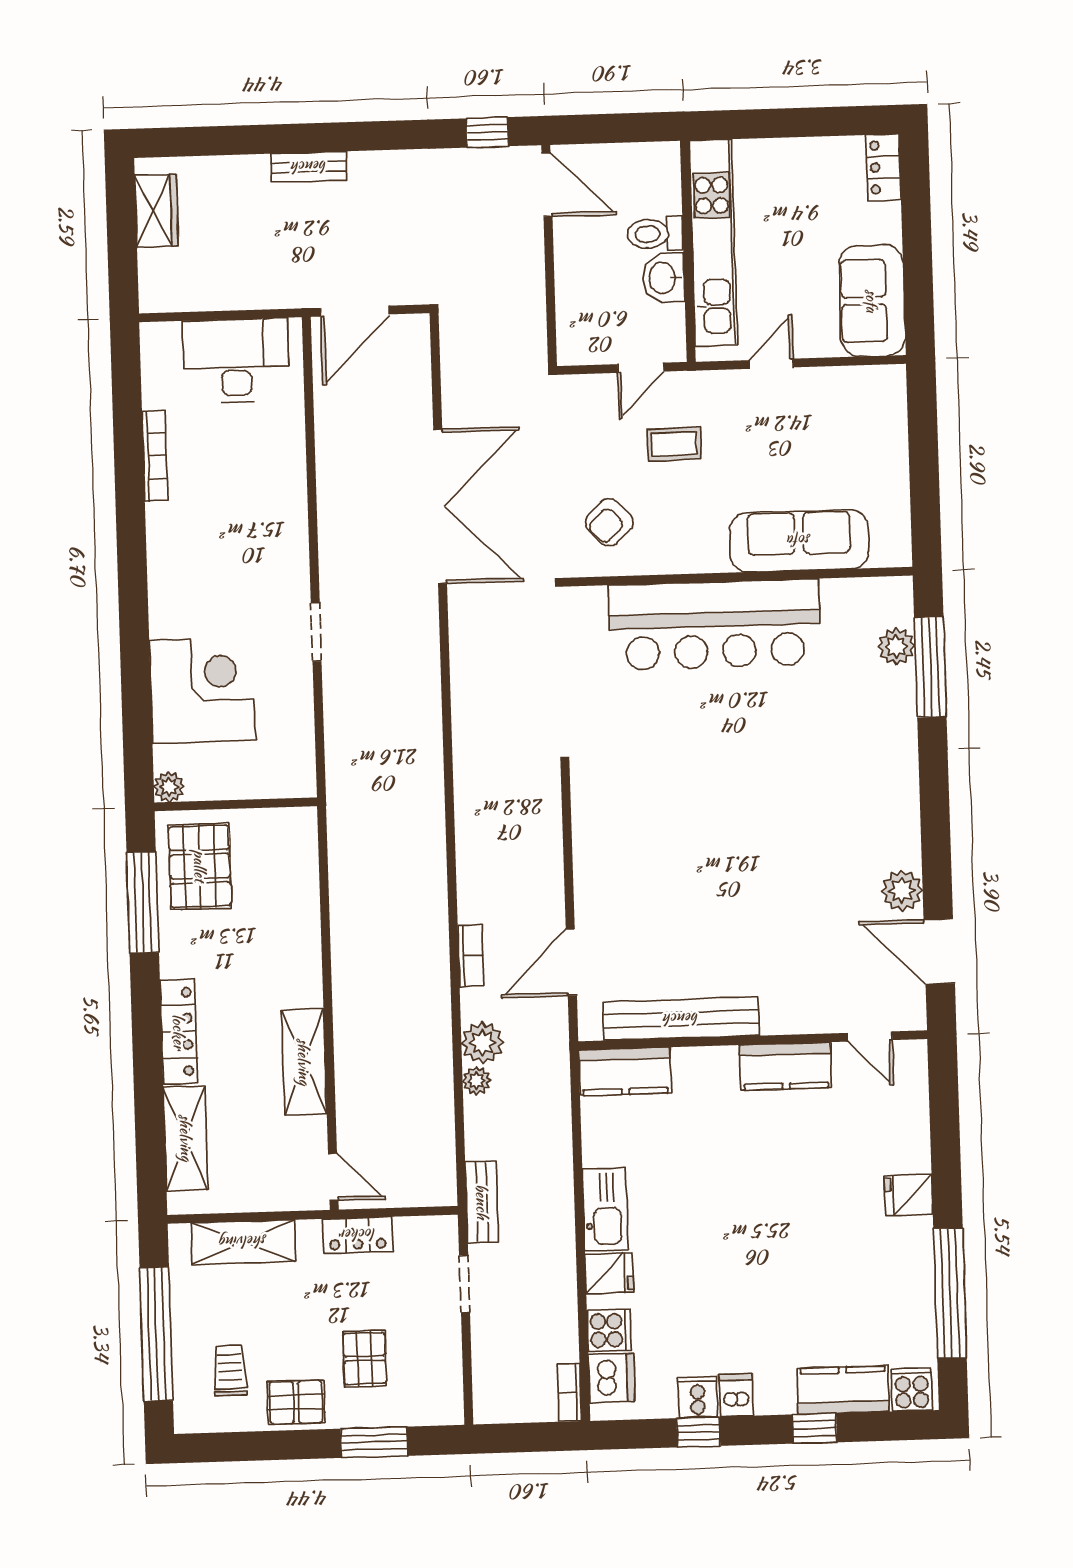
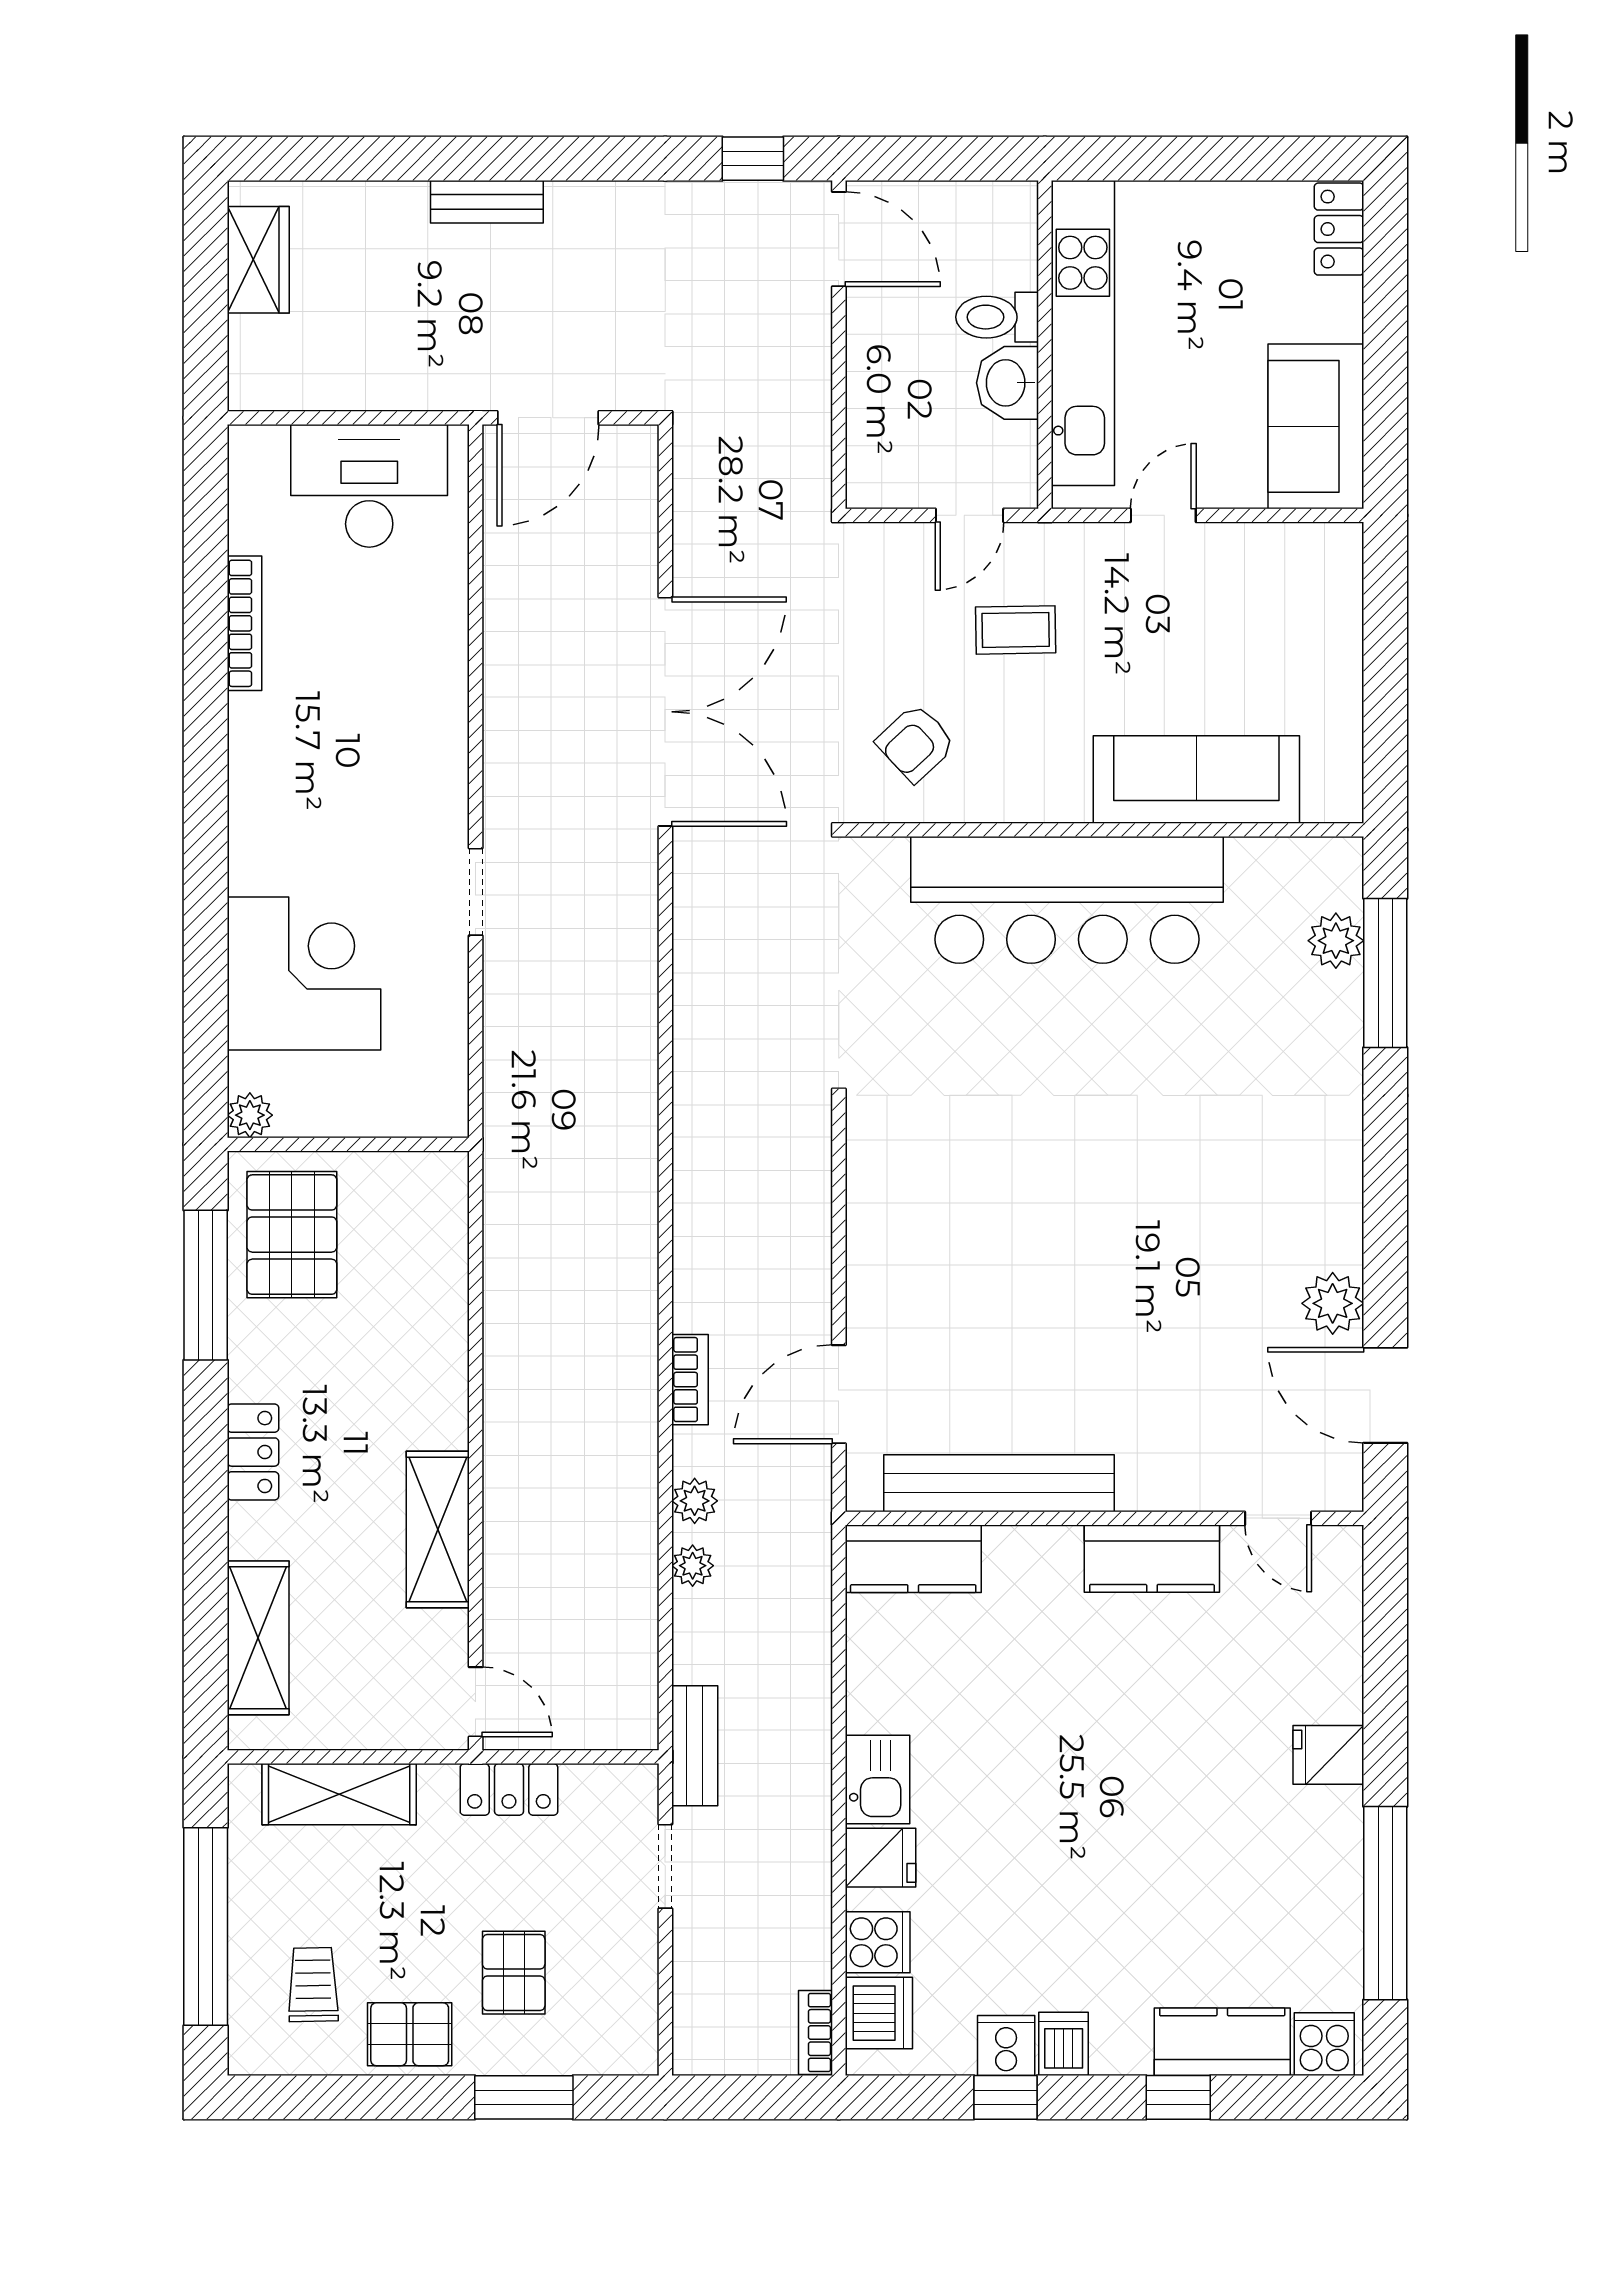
locker: (179, 1032) -> (253, 1452), width x0.66
plant: (482, 1043) -> (695, 1501), width x0.73, depth x0.73
kitchen sink: (605, 1210) -> (877, 1779), width x0.73

